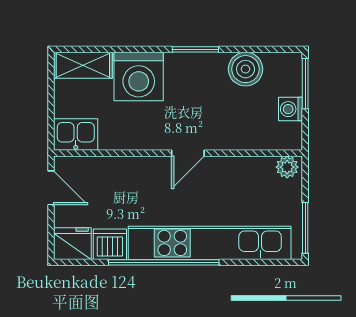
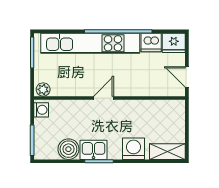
washing machine: (139, 76) -> (133, 149), width x0.73, depth x0.73
washing machine: (291, 109) -> (41, 110), moved
kitchen sink: (76, 135) -> (94, 150), moved, turned 180

